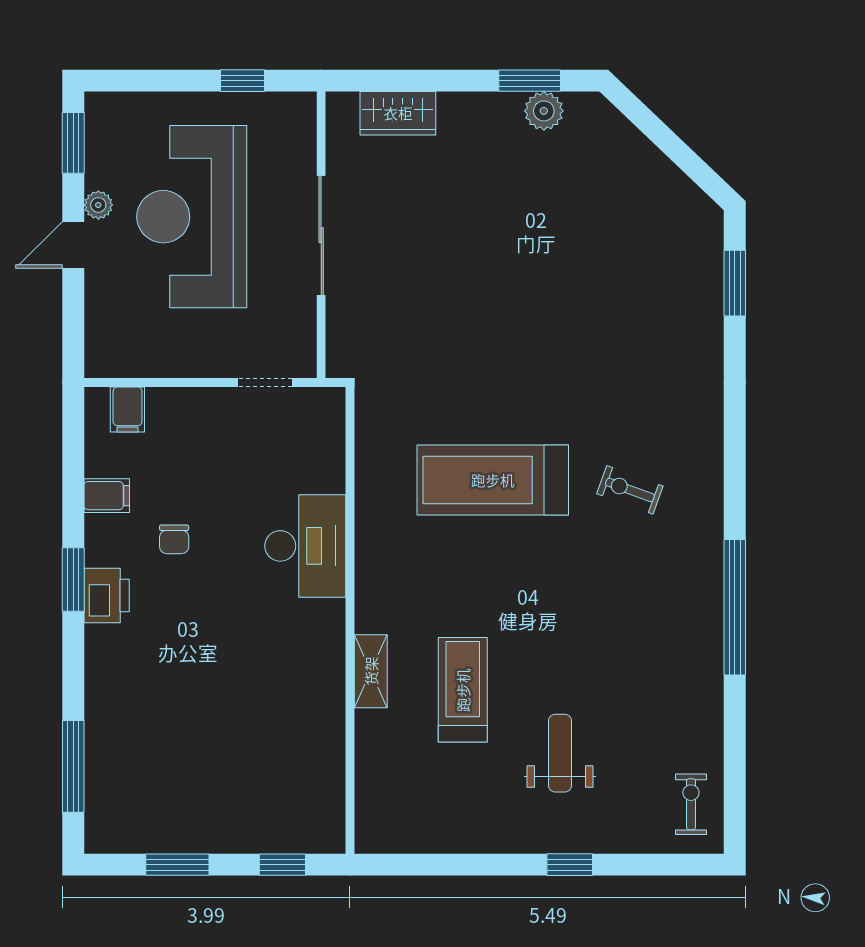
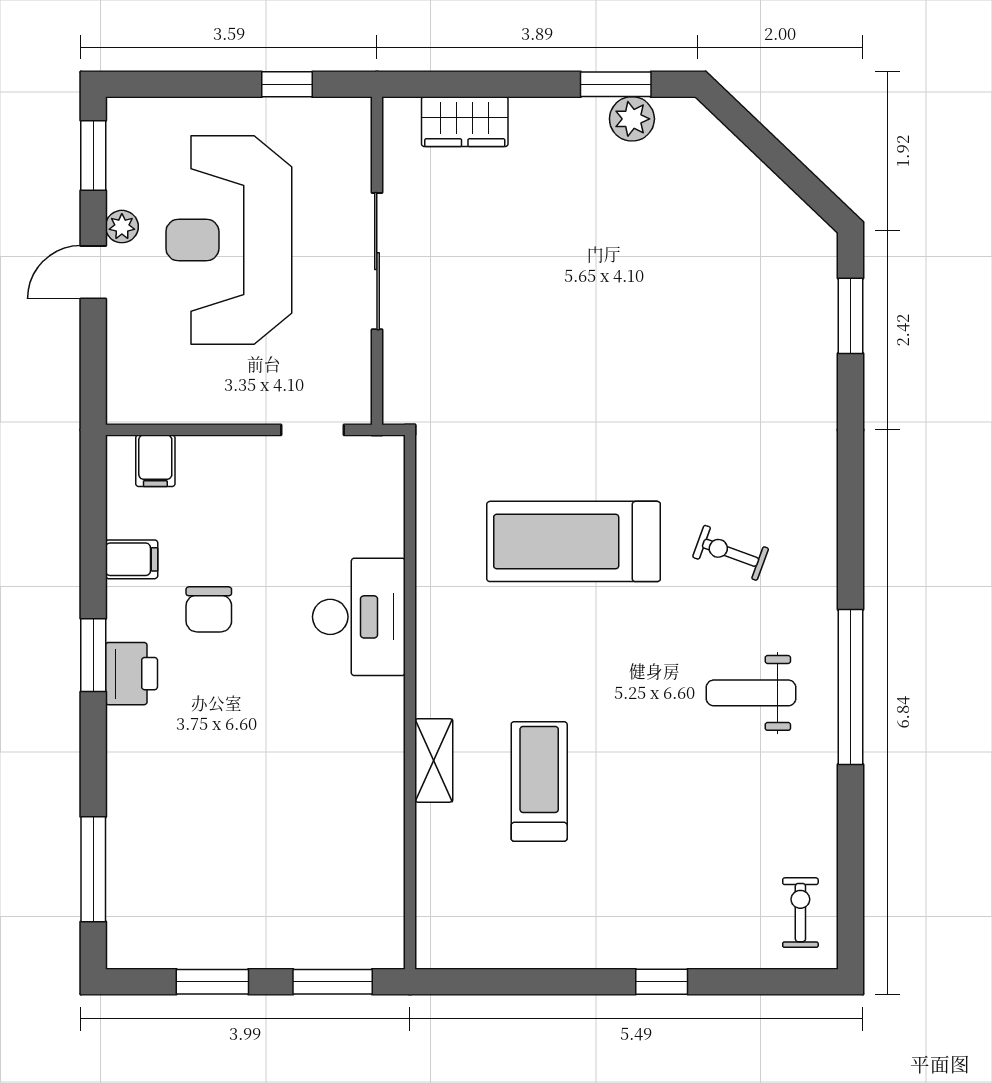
chair: (174, 539) -> (209, 609), width x1.37, depth x1.37
weight bench: (560, 753) -> (751, 693), moved, turned -90
window: (282, 865) -> (333, 982), width x1.50

